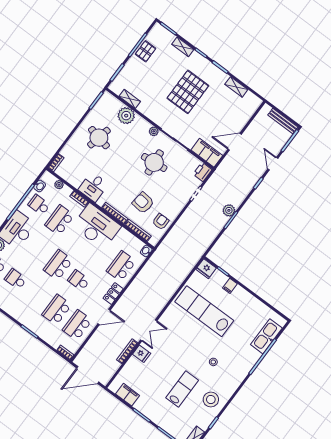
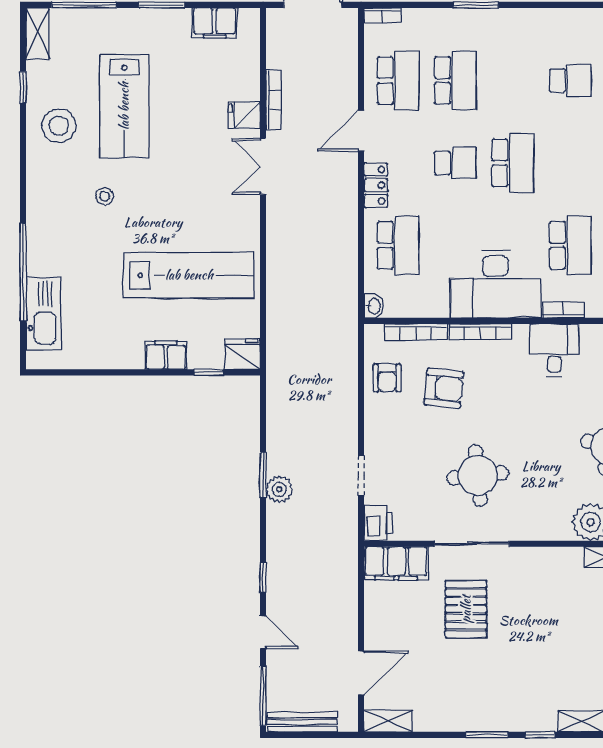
shelving: (236, 87) -> (388, 721), moved
pallet: (188, 92) -> (466, 609), moved, width x0.73, depth x0.71
plant: (154, 131) -> (520, 531), removed
door: (235, 142) -> (361, 673), moved
filing cabinet: (230, 286) -> (166, 355), width x2.00
lab bench: (182, 389) -> (124, 106), width x1.36, depth x1.39

